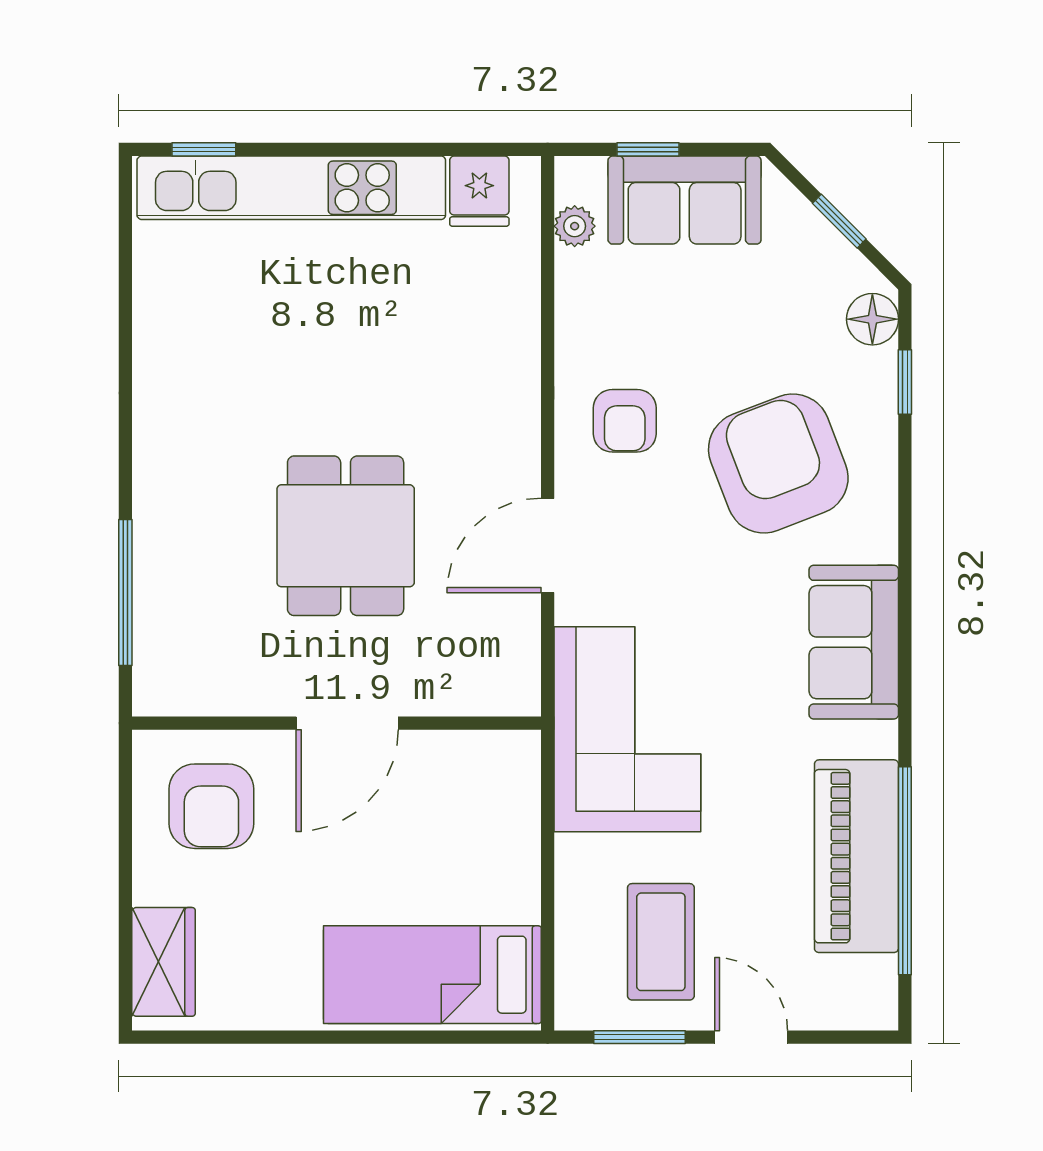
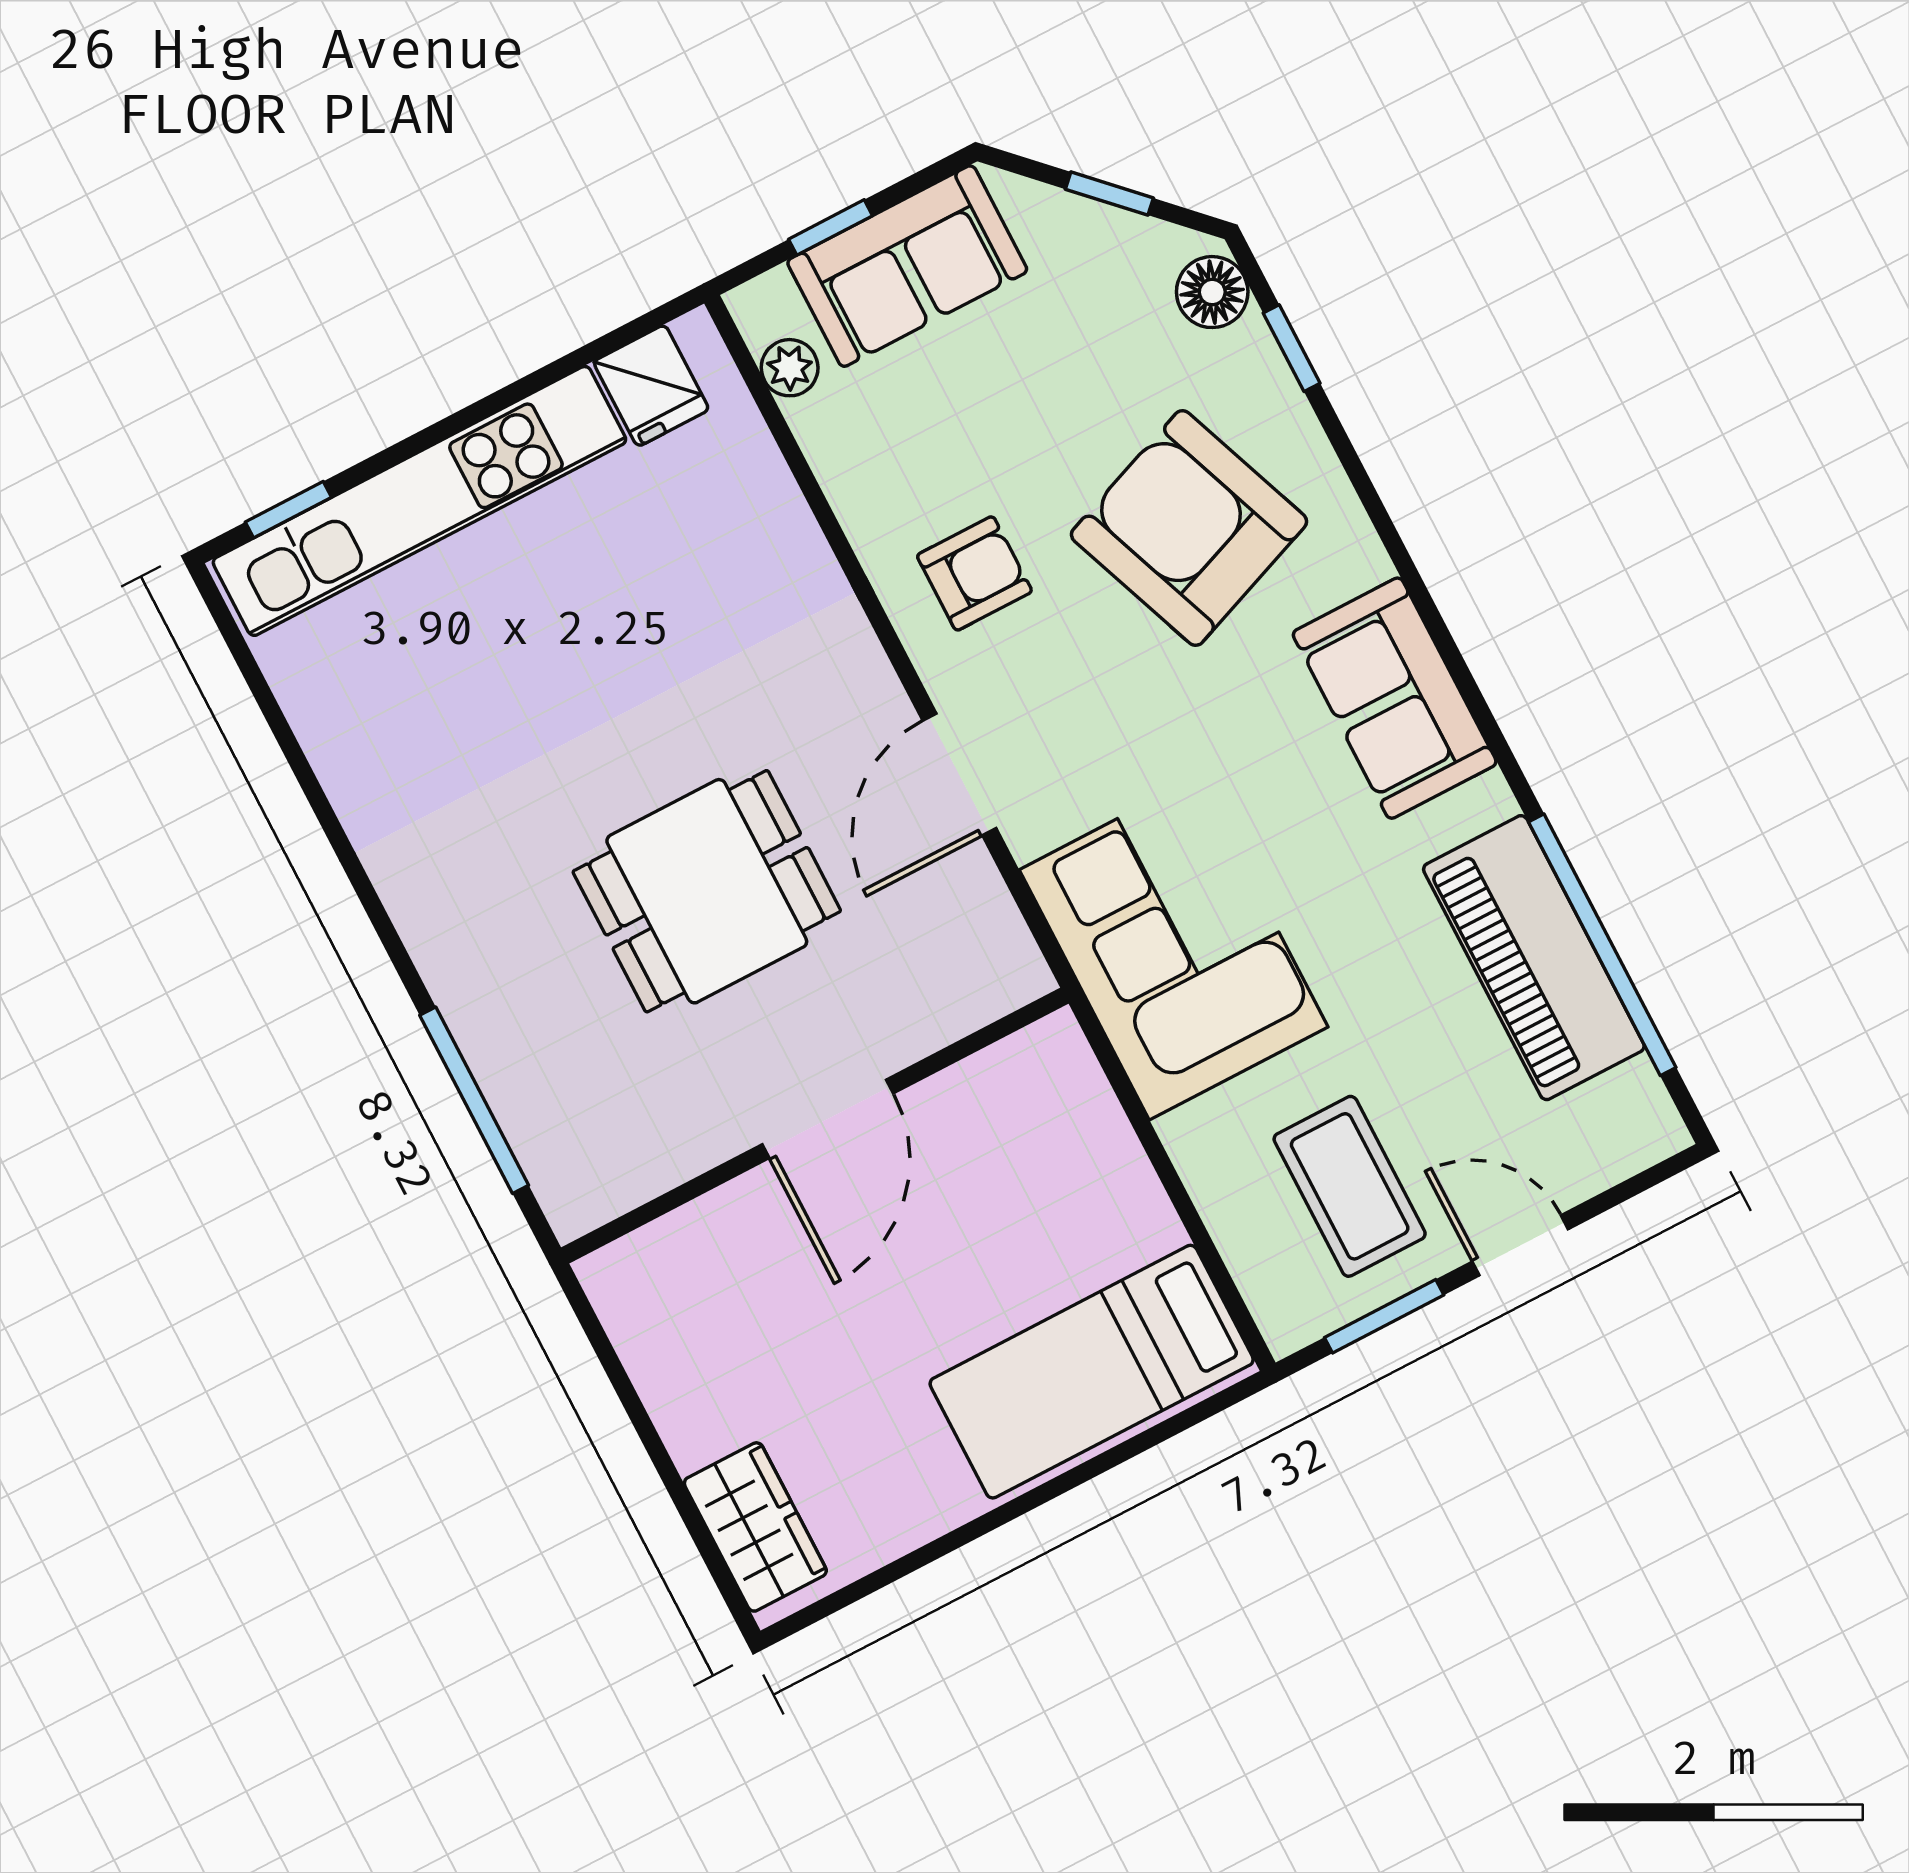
armchair: (625, 421) -> (974, 573), turned -90
dining table: (346, 536) -> (707, 891), turned 90
armchair: (211, 806) -> (715, 1307), removed

